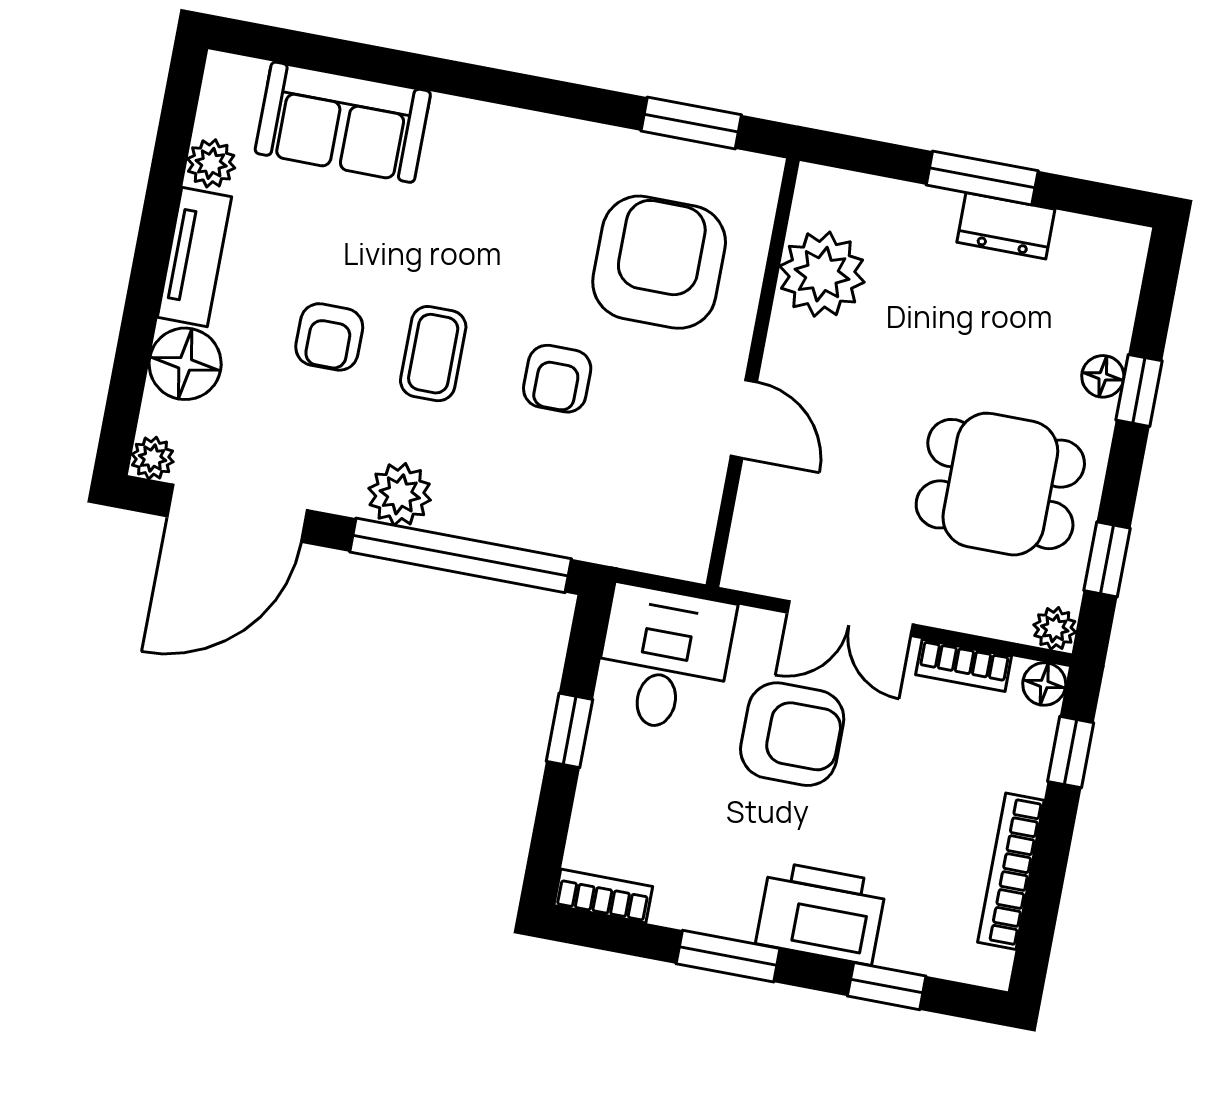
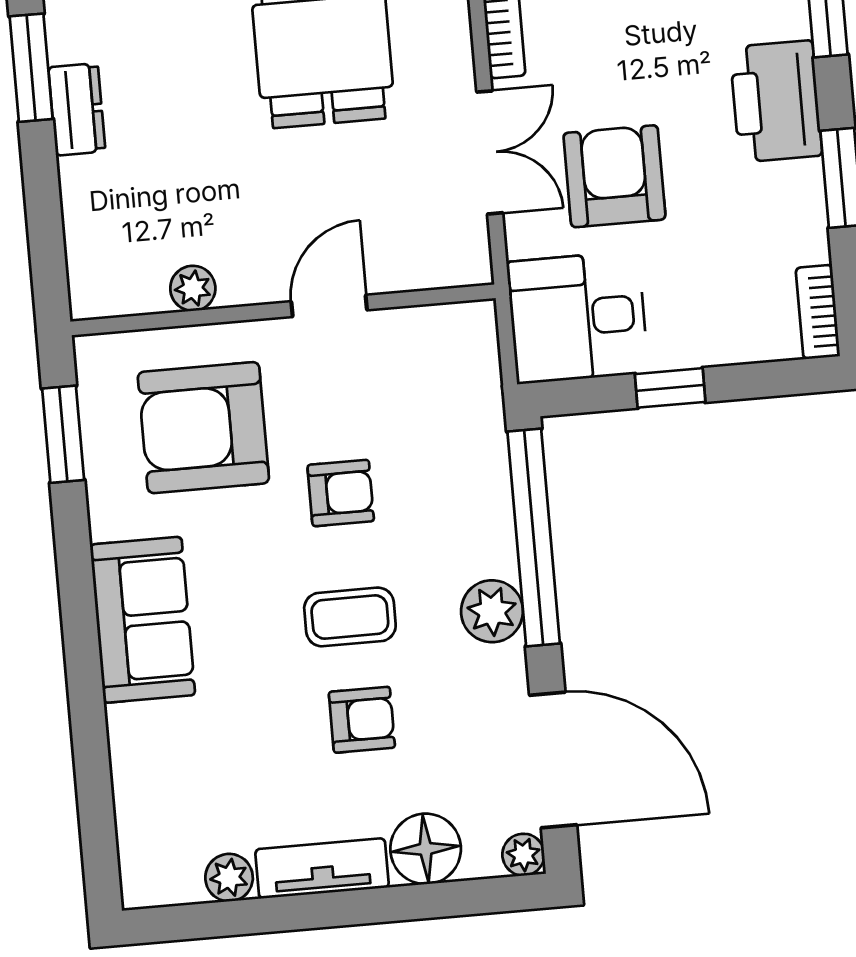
sofa: (343, 122) -> (143, 620), moved
window: (982, 178) -> (31, 68), moved
plant: (822, 274) -> (193, 288), width x0.53, depth x0.53

